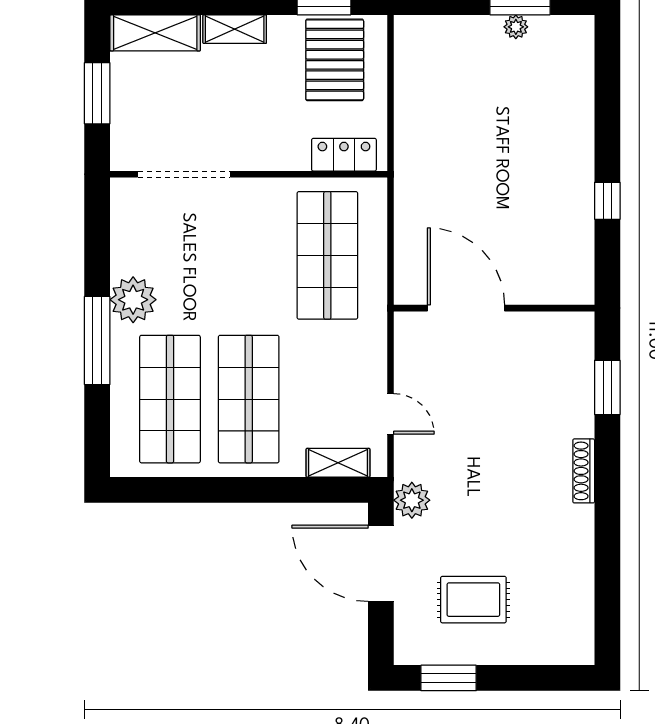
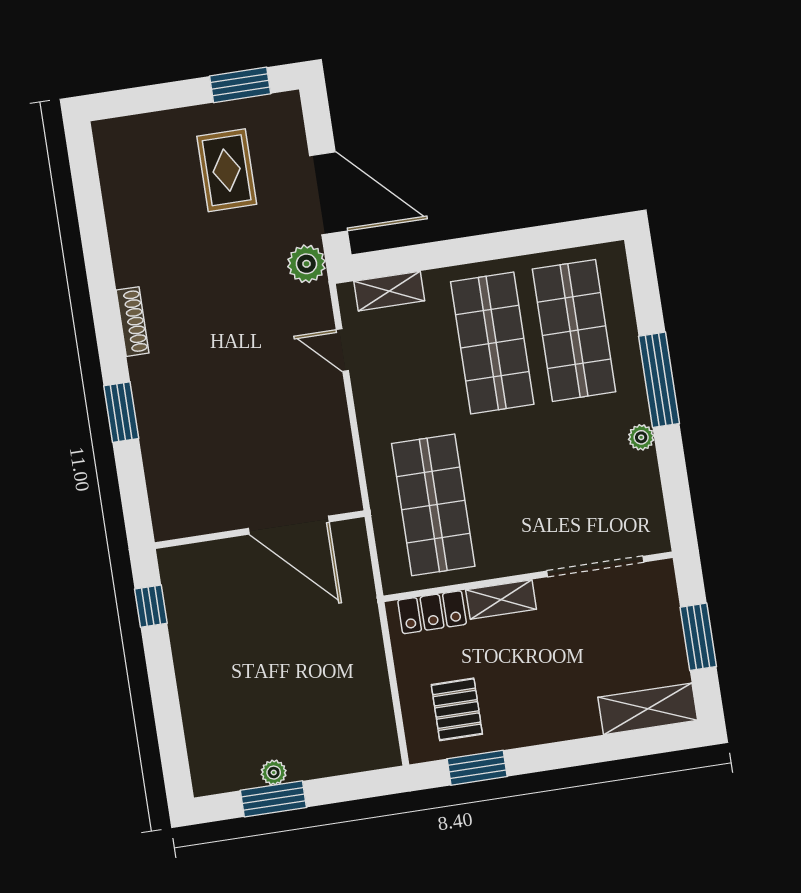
shelving: (235, 29) -> (501, 600), moved
pallet: (335, 60) -> (457, 709), width x0.67, depth x0.71
plant: (133, 300) -> (641, 437), width x0.53, depth x0.53
door: (466, 308) -> (289, 525), moved
wall: (494, 308) -> (260, 530), moved
rug: (473, 600) -> (227, 170), turned 90

